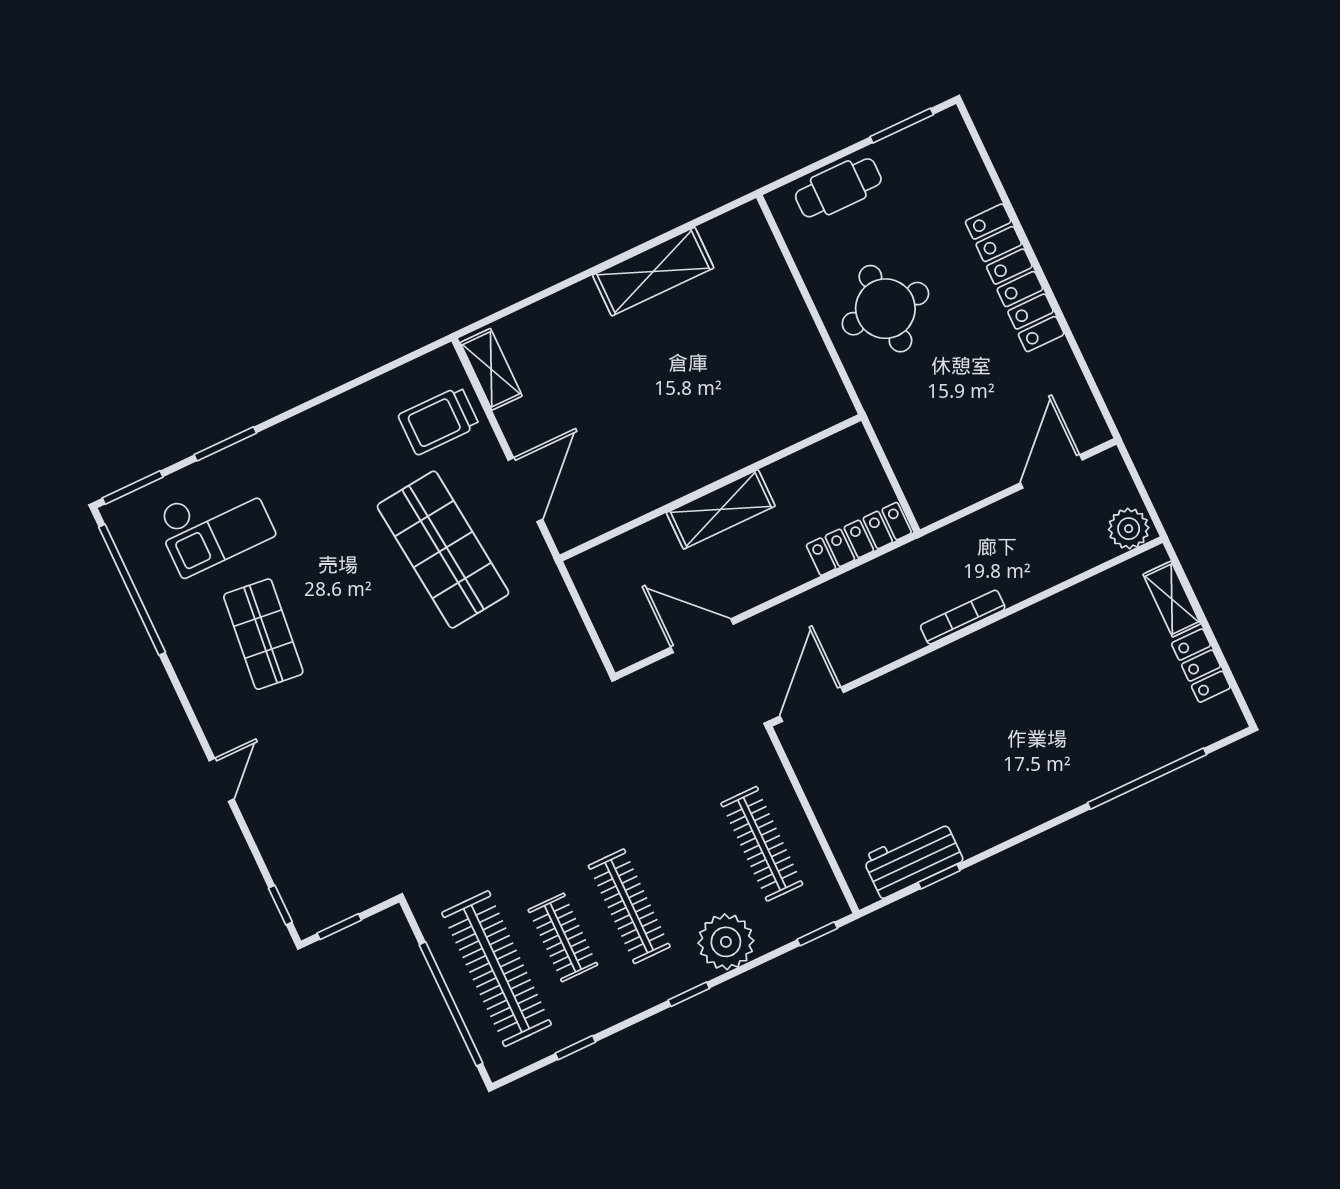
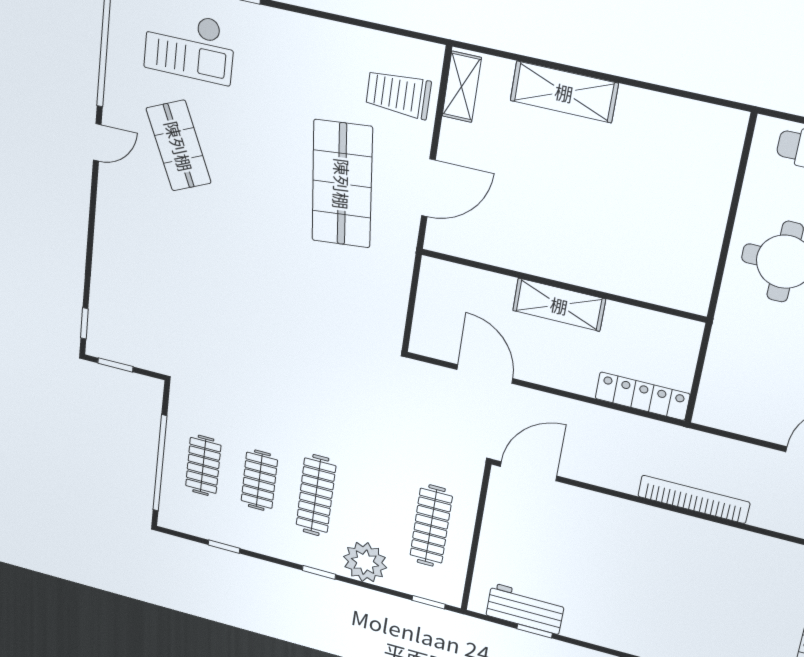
shelving: (653, 272) -> (564, 92), moved
bookcase: (963, 617) -> (694, 499), width x1.48, depth x1.31
shop shelf: (263, 634) -> (179, 146), turned -30
door: (222, 780) -> (97, 142), moved
clothes rail: (497, 969) -> (203, 466), width x0.54, depth x0.76

